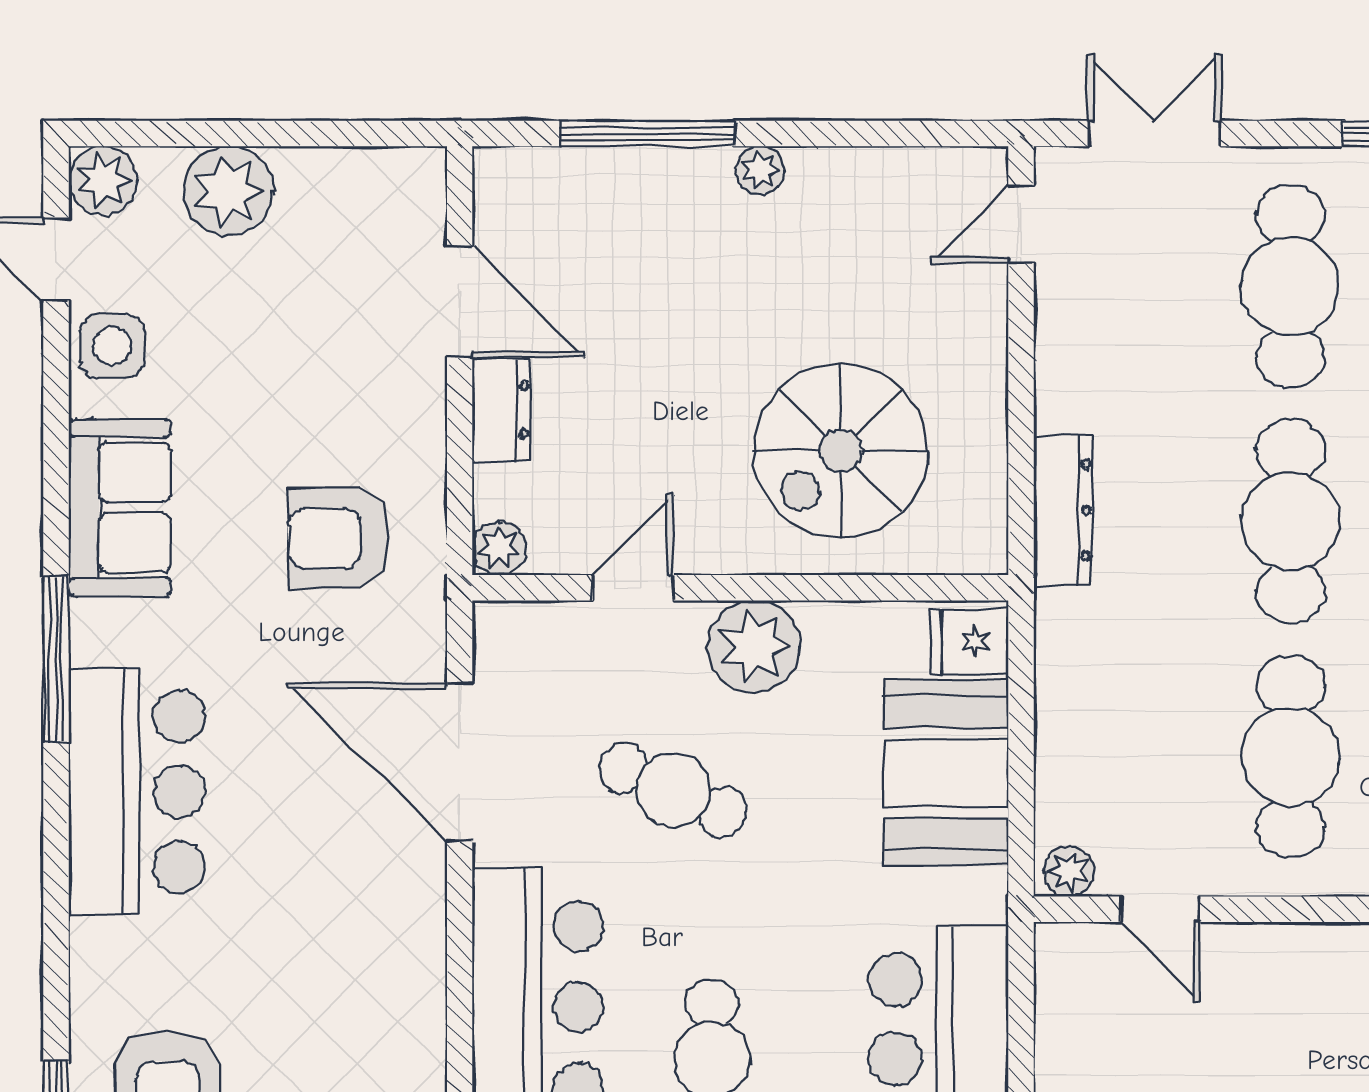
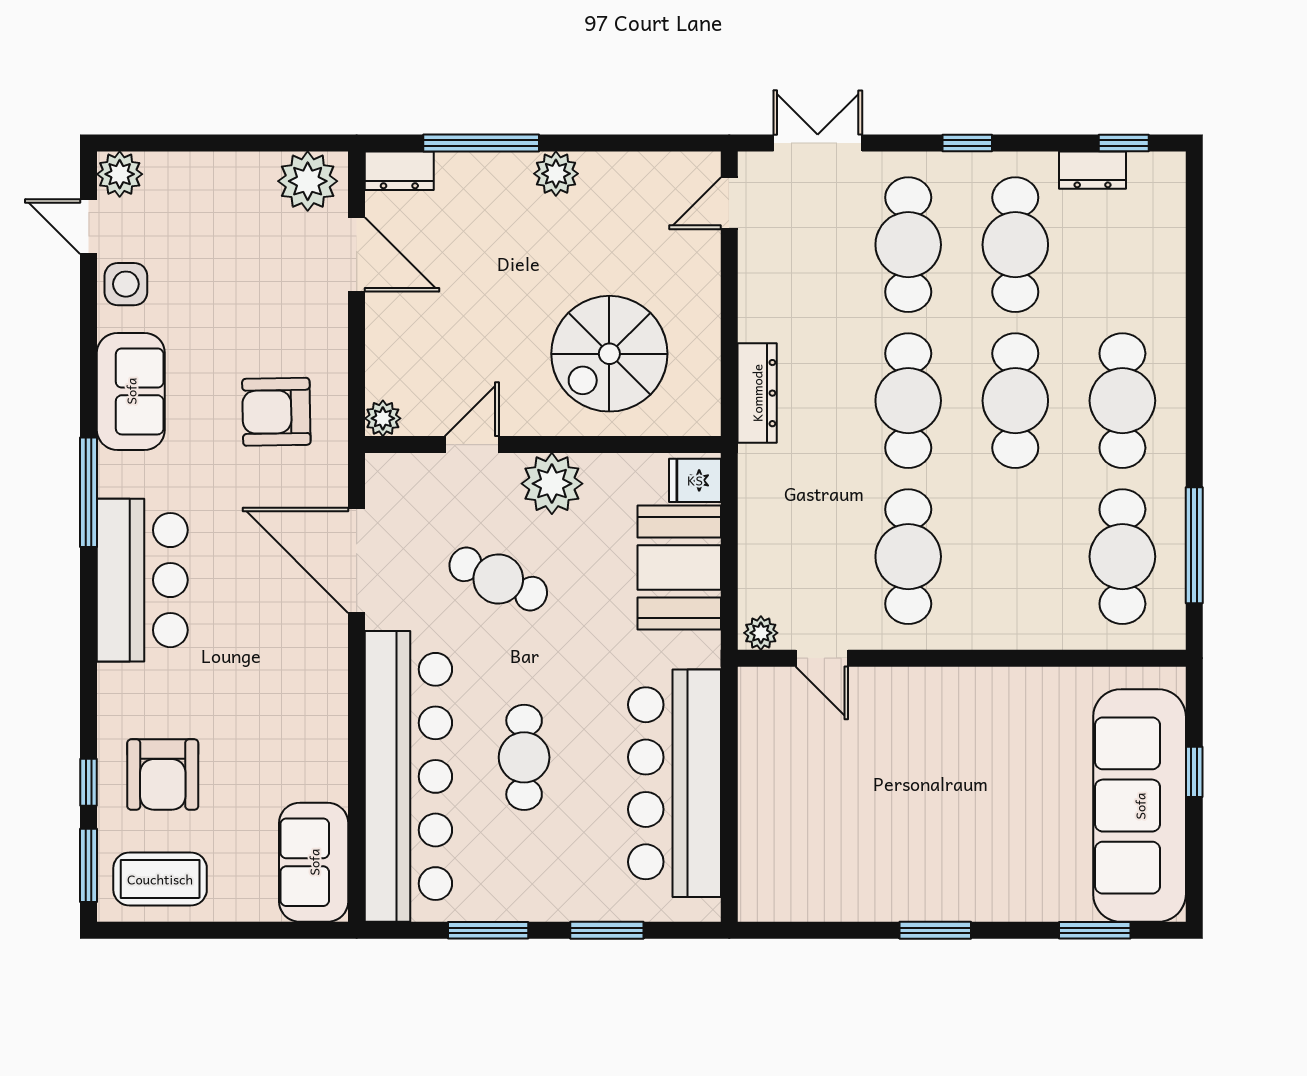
plant: (760, 170) -> (556, 174), width x1.38, depth x1.38
plant: (228, 191) -> (308, 181), moved
dresser: (501, 410) -> (399, 171), moved, turned 90

